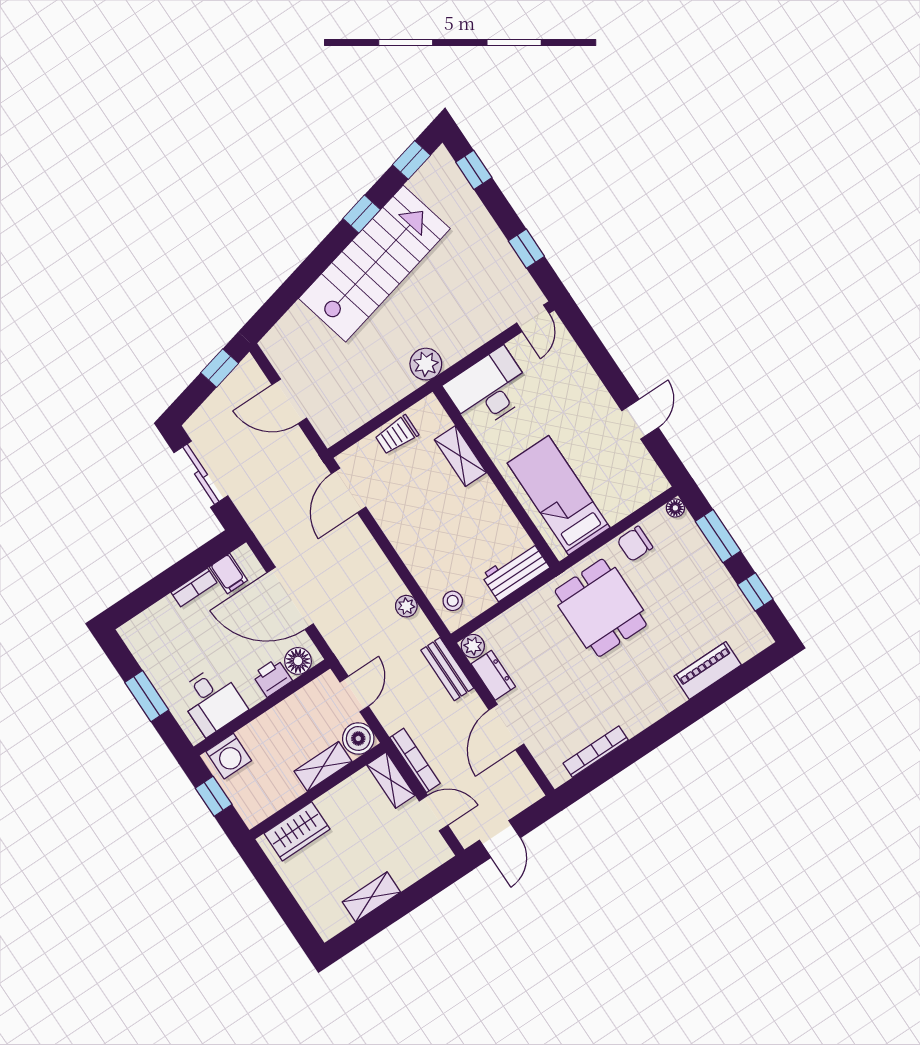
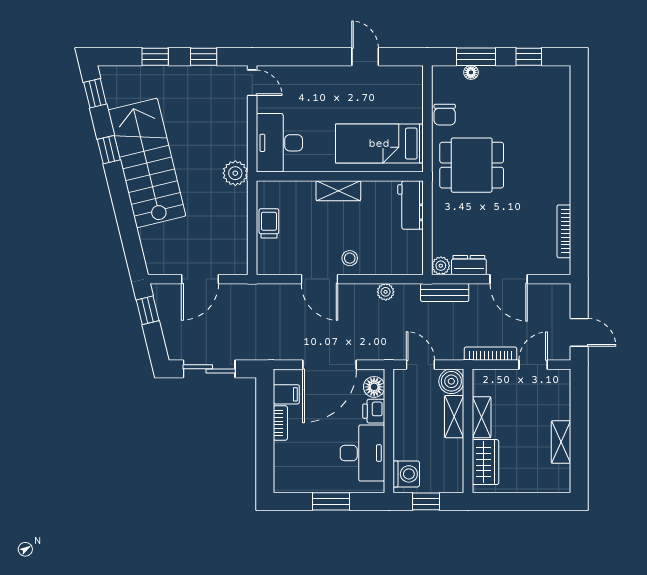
window: (474, 170) -> (155, 57), moved
trolley: (397, 435) -> (269, 223), turned 180
shelving: (460, 456) -> (338, 191), moved
door: (349, 490) -> (320, 279), moved
floor lamp: (675, 508) -> (471, 72), moved
stool: (453, 601) -> (350, 258), moved
piano: (708, 671) -> (560, 122), removed
desk: (212, 701) -> (362, 453), width x1.37
shelving: (391, 780) -> (482, 417), moved, turned 90

